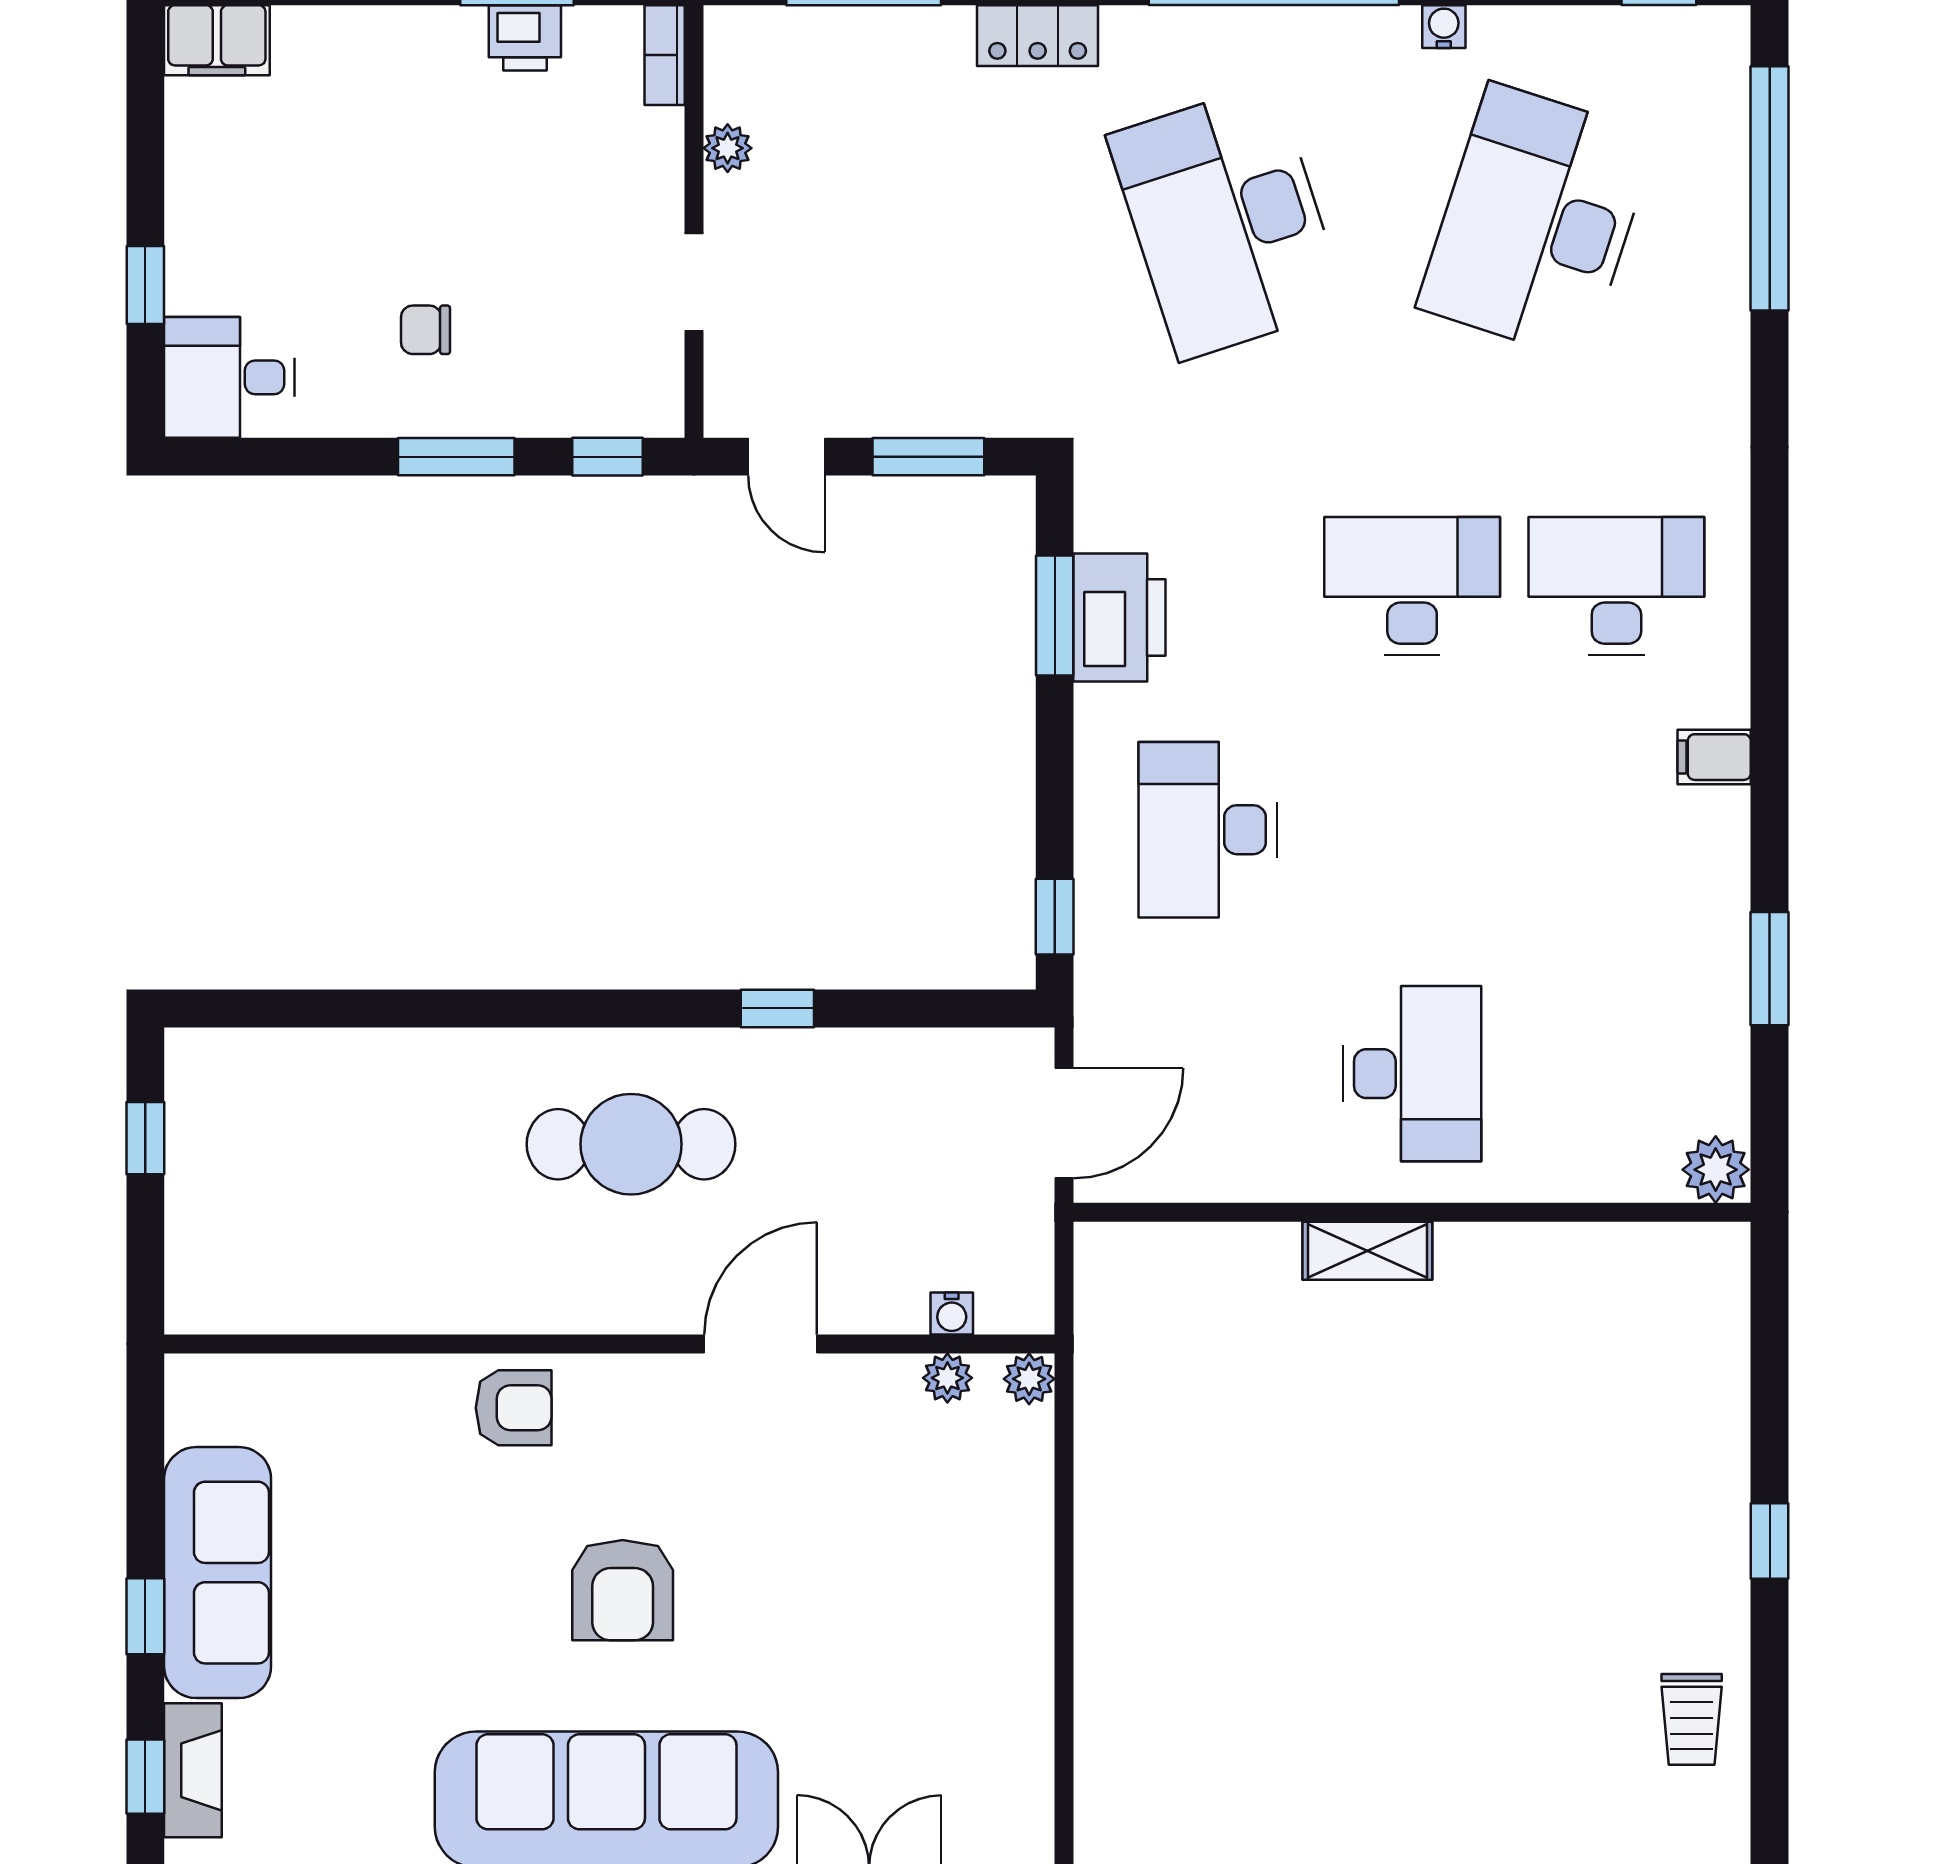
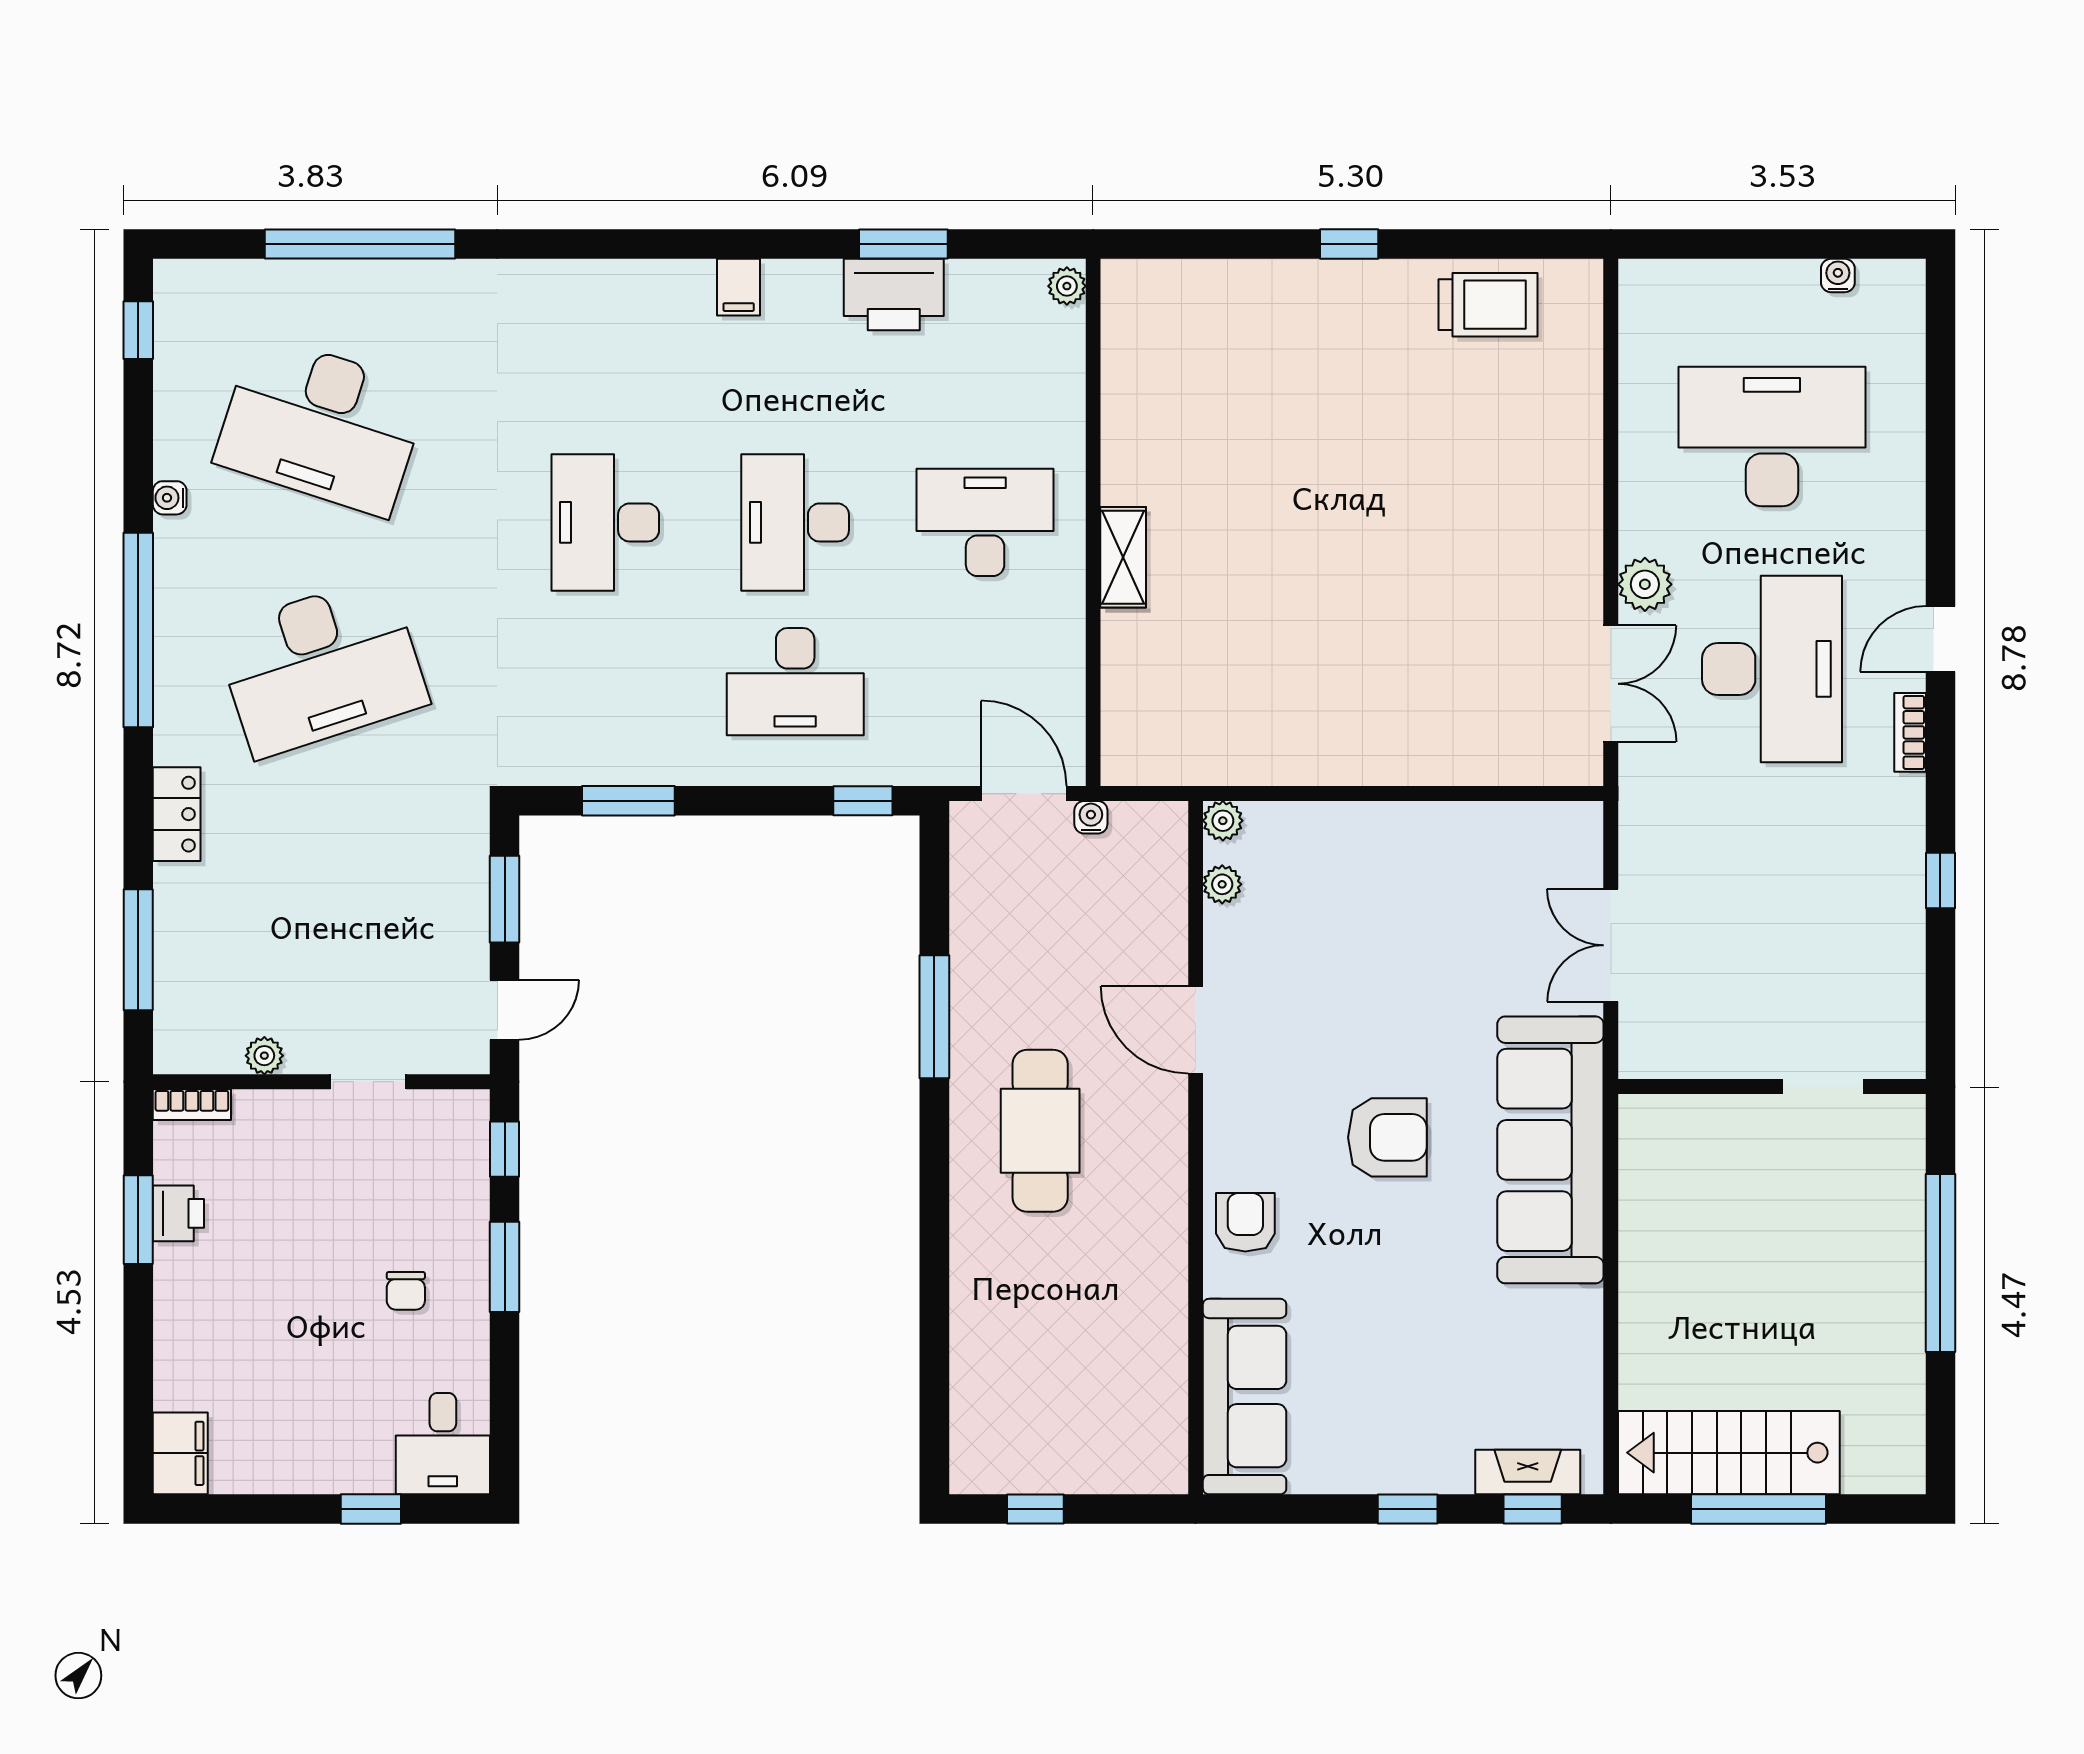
window: (1770, 188) -> (360, 244), moved
desk: (1616, 586) -> (795, 522), moved
printer: (1119, 617) -> (894, 295), moved, turned 180
window: (777, 1008) -> (934, 1017), width x2.17
plant: (1716, 1170) -> (1067, 286), width x0.73, depth x0.73
water cooler: (952, 1313) -> (1091, 817), moved, turned -90
sofa: (218, 1573) -> (1245, 1397), moved, turned 90
trolley: (1692, 1719) -> (1488, 305), width x1.36, depth x1.39

